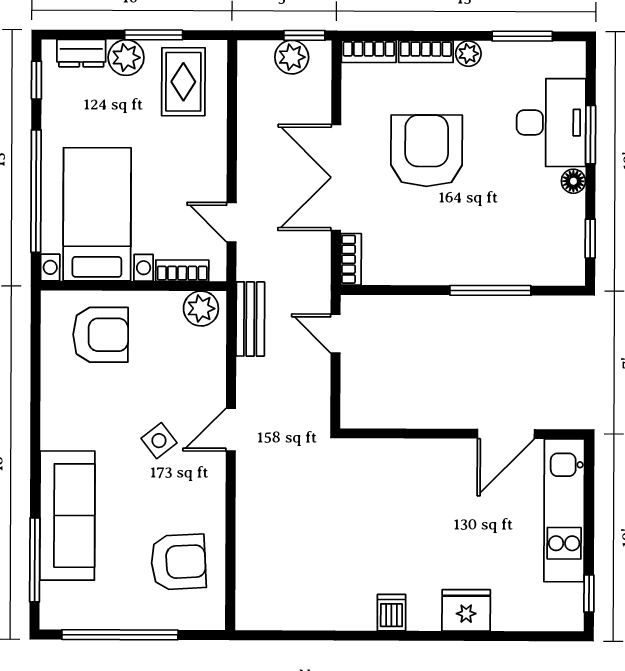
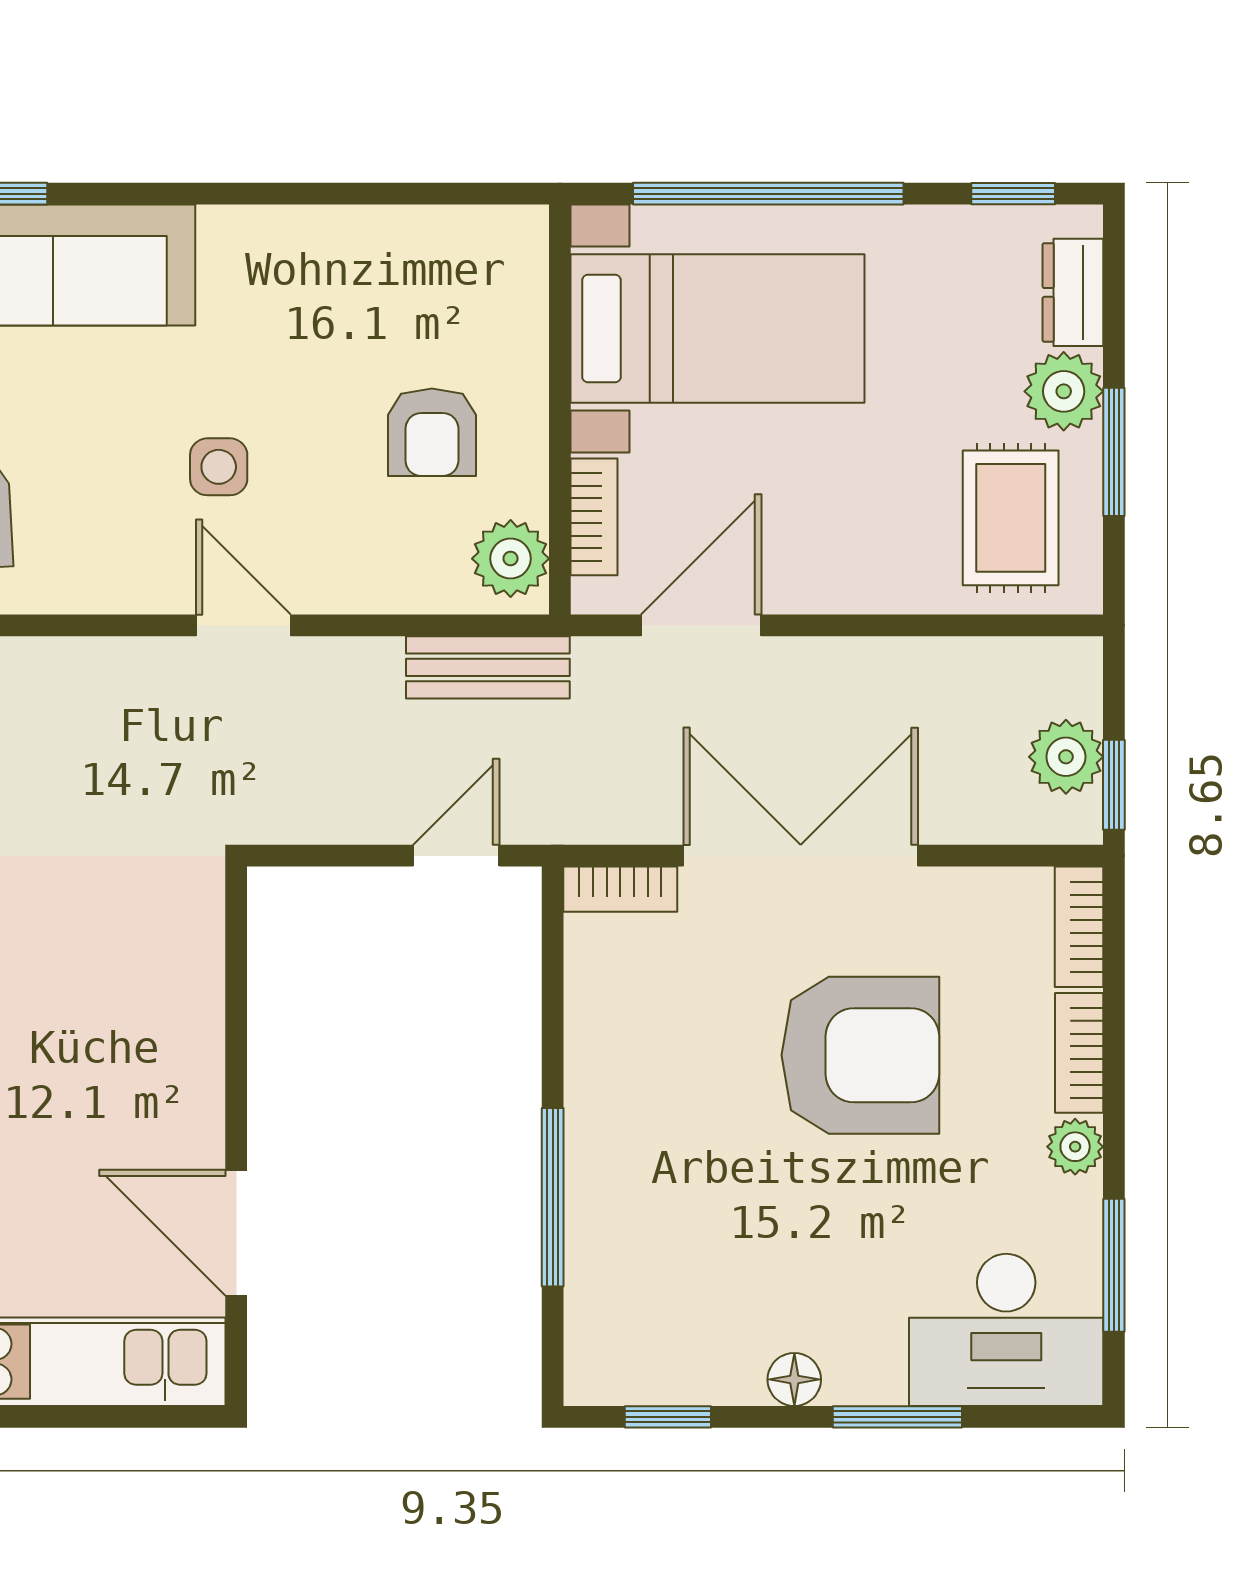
rug: (183, 82) -> (1011, 518), turned 90
desk: (551, 123) -> (1006, 1330), moved
door: (232, 222) -> (701, 625), width x1.38
armchair: (101, 335) -> (432, 432), moved, width x0.72, depth x0.72
side table: (159, 441) -> (219, 467), turned 38

